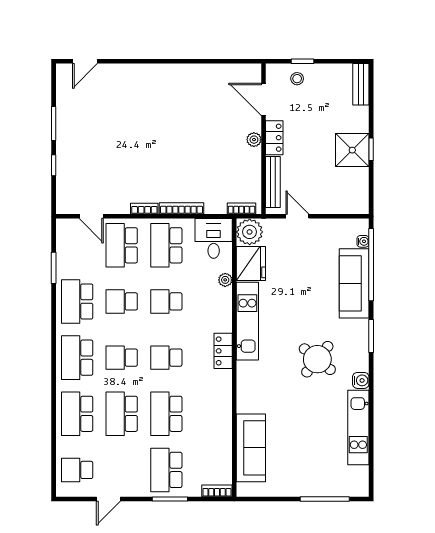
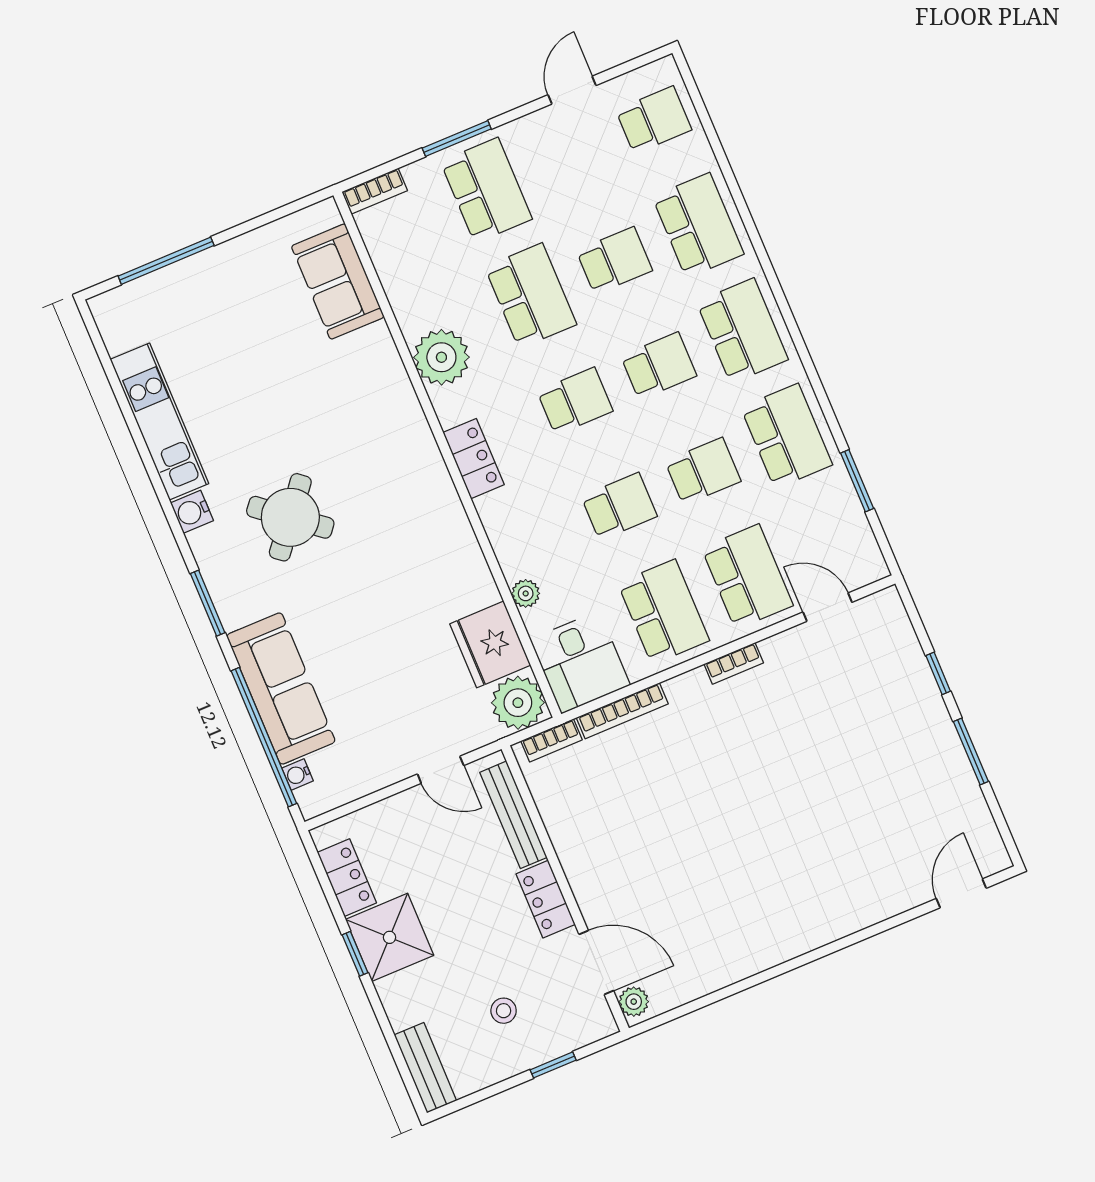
stool: (297, 79) -> (504, 1011), moved
plant: (254, 140) -> (634, 1002), moved
locker: (360, 185) -> (347, 878), added
bookcase: (182, 208) -> (622, 711), moved
kitchen unit: (247, 321) -> (451, 534), removed
plant: (218, 403) -> (441, 357), added
school desk: (122, 414) -> (614, 261), width x0.54
sofa: (251, 448) -> (338, 282), width x0.73

